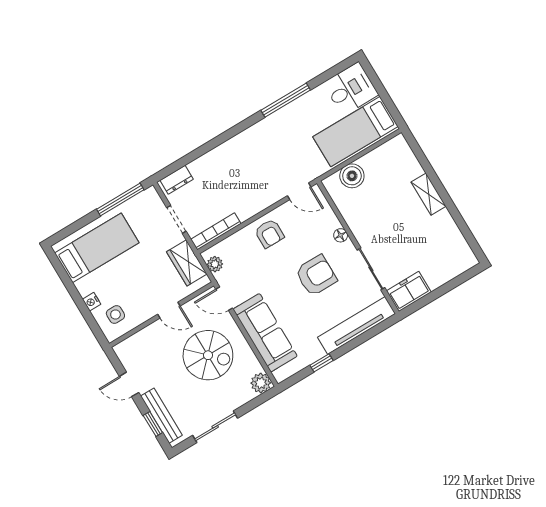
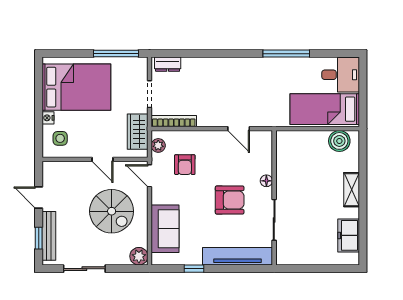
boiler: (352, 176) -> (339, 141), moved
door: (299, 191) -> (239, 129), moved
armchair: (269, 234) -> (185, 165), moved
bed: (97, 248) -> (76, 87), width x1.50
freezer: (409, 292) -> (349, 235), moved, turned -90
sofa: (265, 333) -> (165, 229), width x0.73

